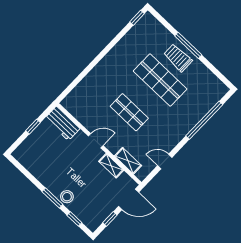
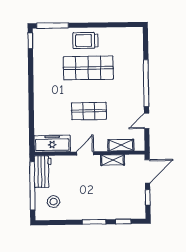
window: (188, 45) -> (53, 26), moved
freezer: (78, 110) -> (52, 144), added
window: (204, 120) -> (146, 83), moved
workbench: (62, 123) -> (43, 172), moved, turned -90
window: (33, 127) -> (32, 186), width x3.17
stool: (67, 197) -> (53, 202), moved

